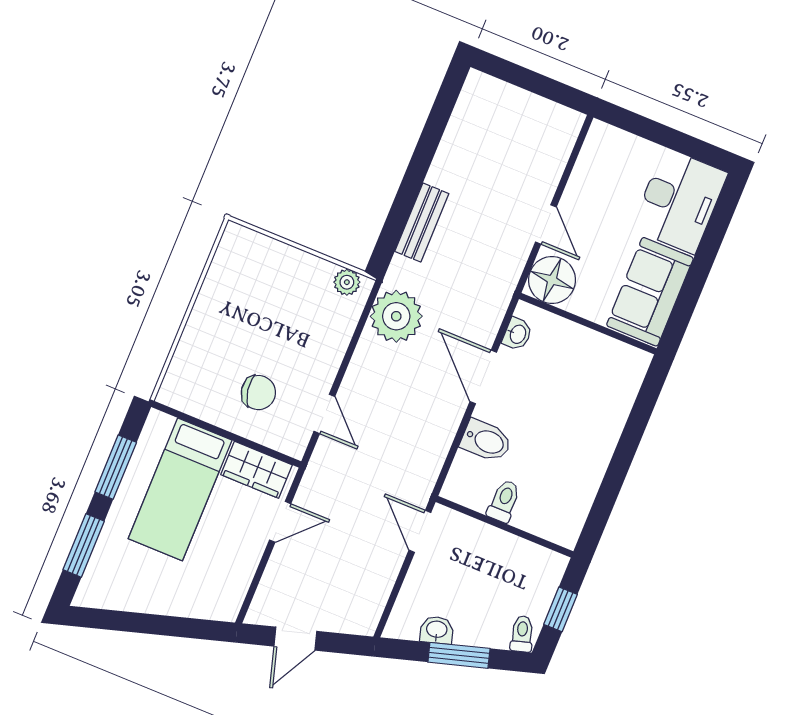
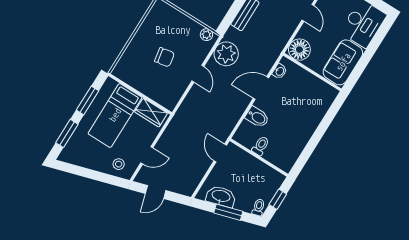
door: (546, 224) -> (308, 13), moved
door: (483, 377) -> (261, 88), hinge flipped
chair: (258, 393) -> (165, 57), moved
door: (324, 414) -> (198, 74), moved
door: (280, 522) -> (147, 155), moved
stool: (206, 592) -> (119, 164), added
washbasin: (437, 630) -> (221, 196), width x1.91, depth x1.45

